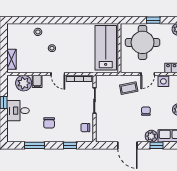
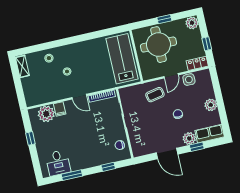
shelving: (12, 59) -> (22, 66), moved
desk: (18, 111) -> (58, 163), moved, turned -90
chair: (49, 123) -> (81, 149), removed

